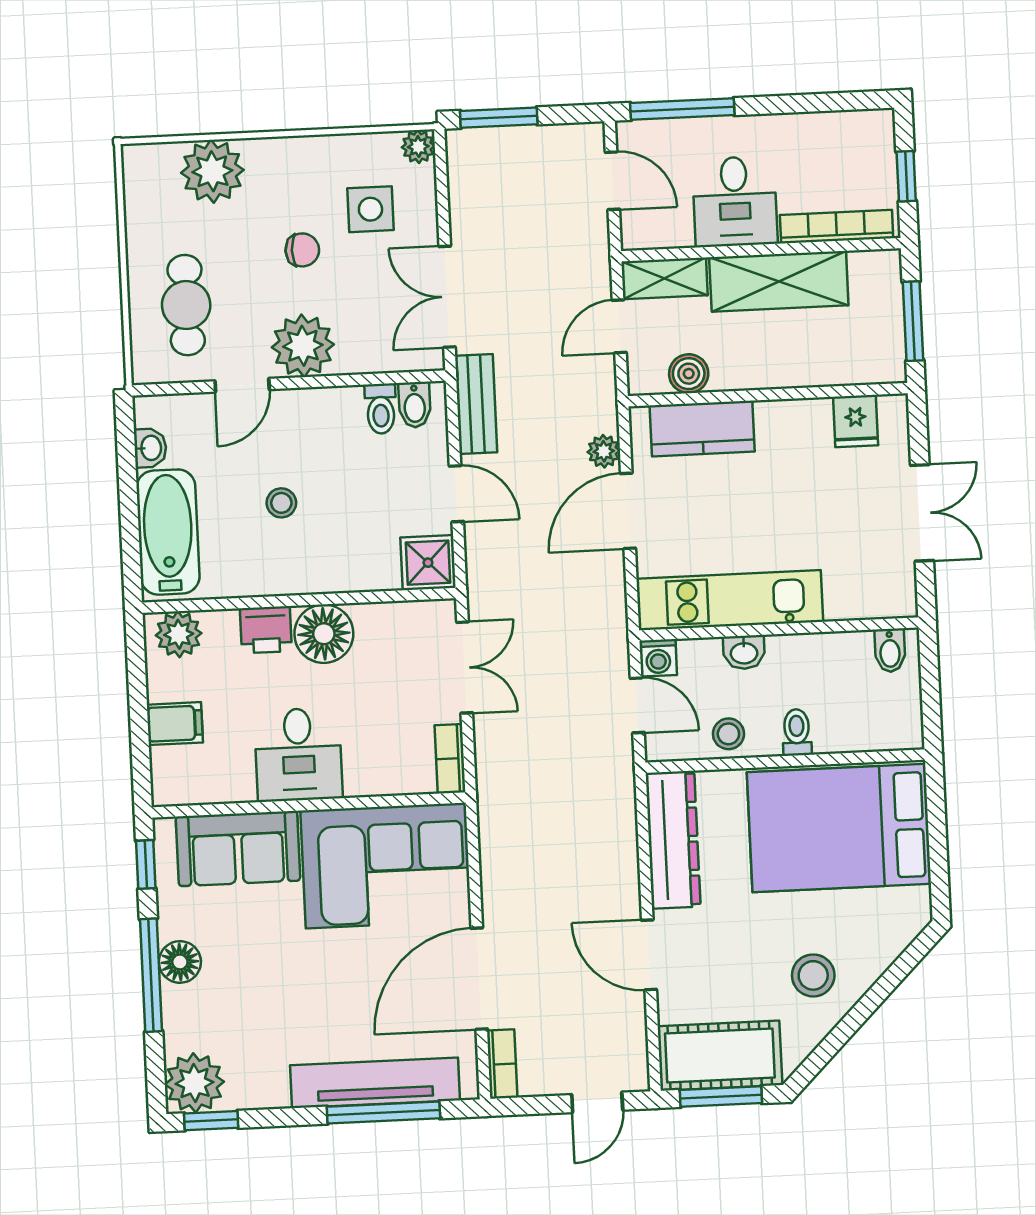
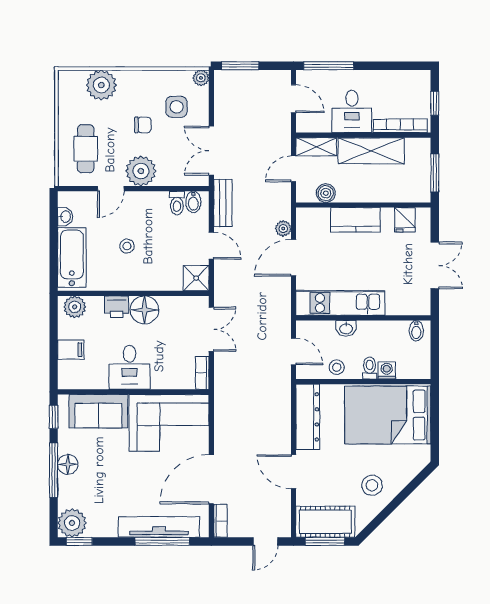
kitchen counter: (702, 428) -> (355, 220), moved
washing machine: (658, 658) -> (387, 370), moved, turned 180

